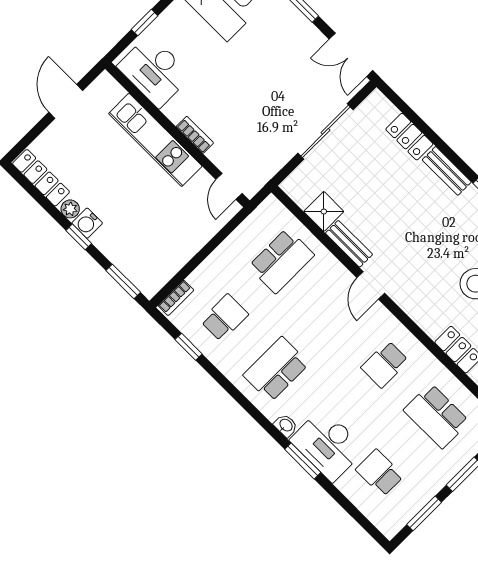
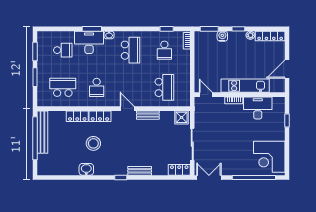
desk: (154, 71) -> (258, 108), moved
door: (66, 101) -> (287, 69), swing flipped
locker: (409, 137) -> (179, 170), moved
shower: (324, 212) -> (181, 117), moved
water cooler: (87, 223) -> (222, 36), moved
school desk: (281, 261) -> (164, 87), turned 180
locker: (424, 315) -> (100, 116), added
school desk: (385, 364) -> (97, 87), turned 180

